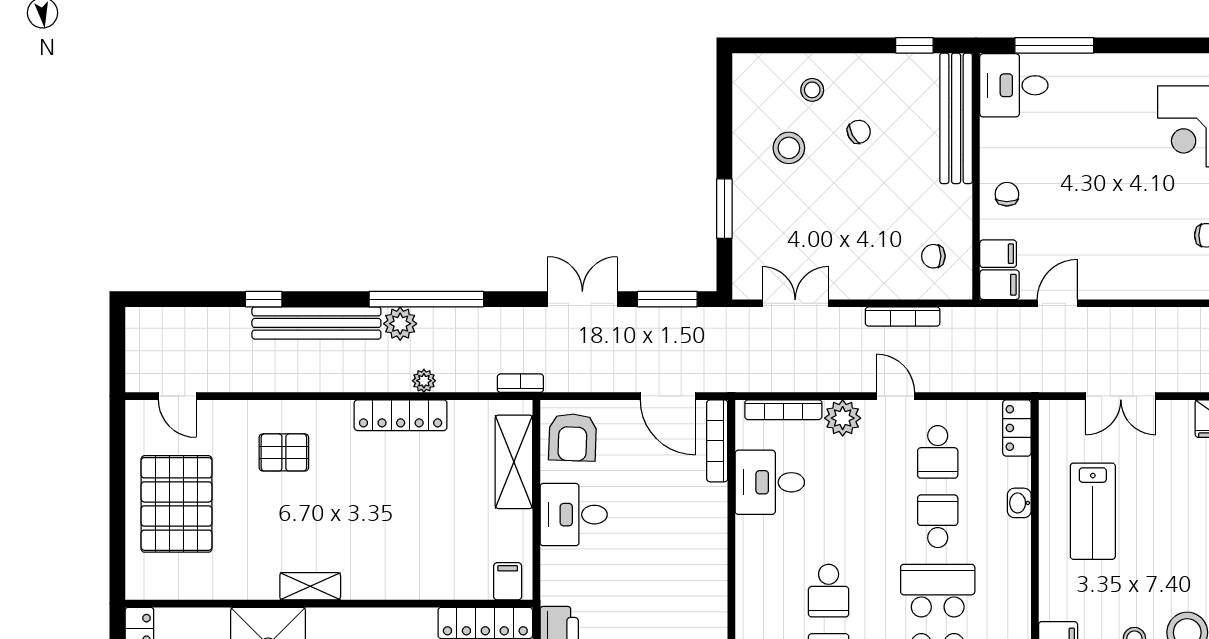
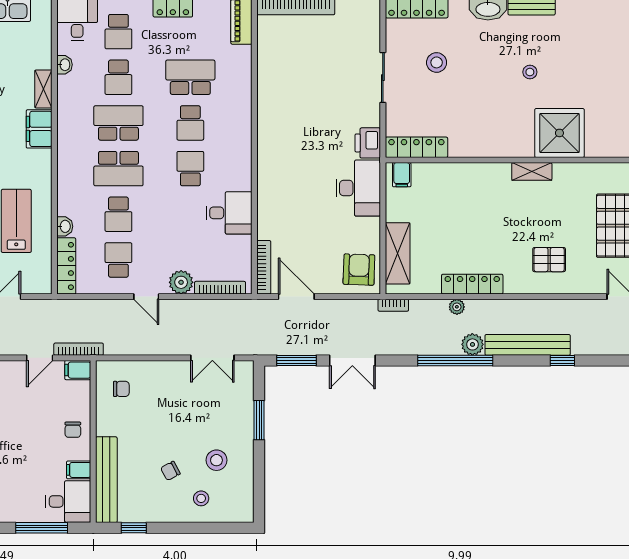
filing cabinet: (998, 254) -> (79, 470), moved
bookcase: (903, 317) -> (79, 349), moved
locker: (1017, 428) -> (66, 266), width x1.53
desk: (770, 482) -> (229, 213), moved
desk: (574, 515) -> (358, 188), moved, width x1.37

